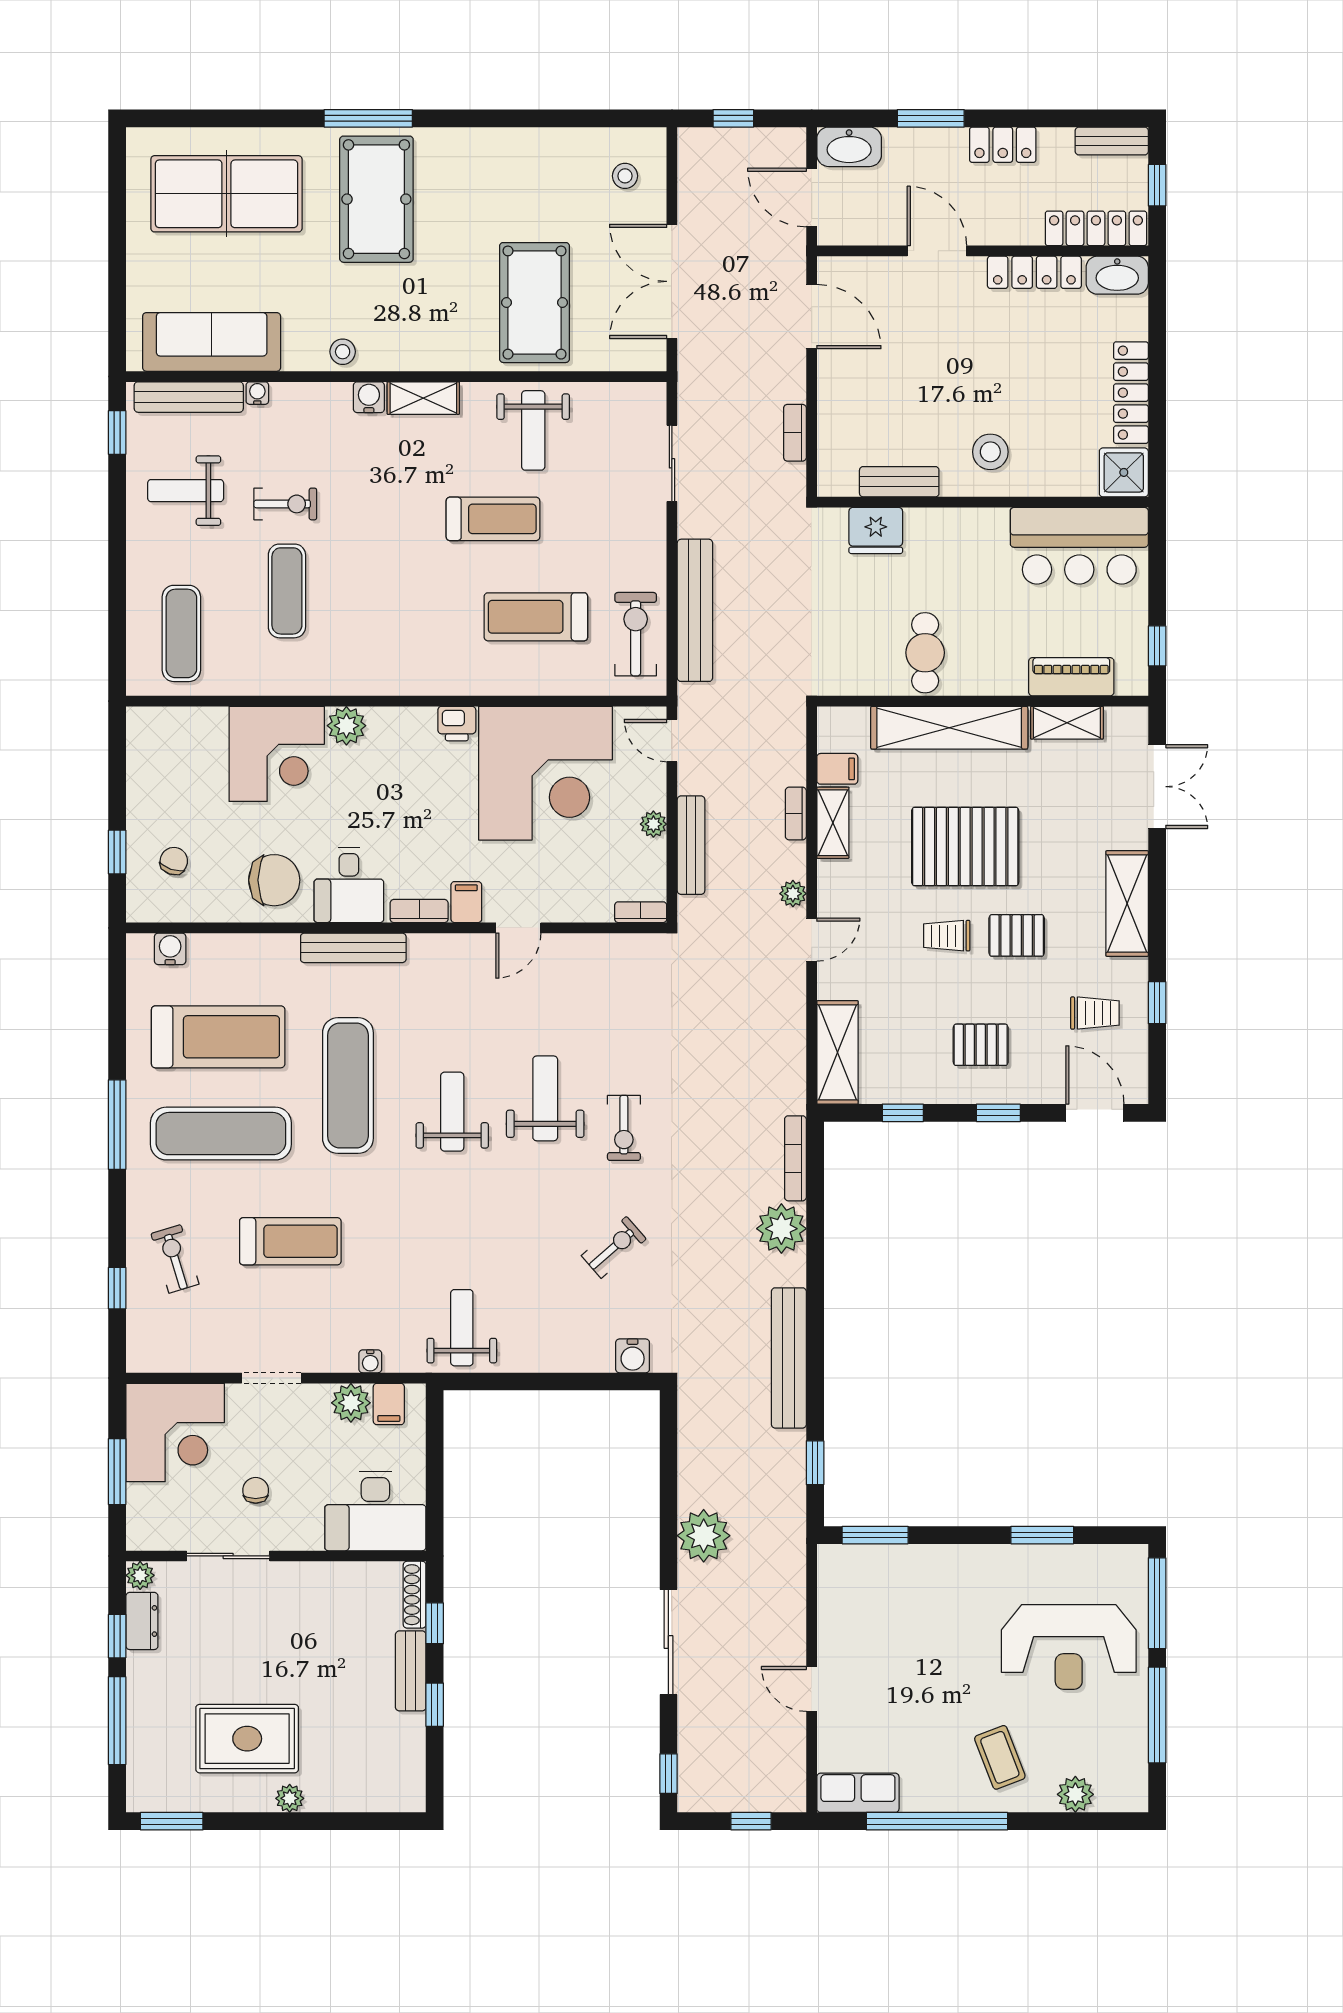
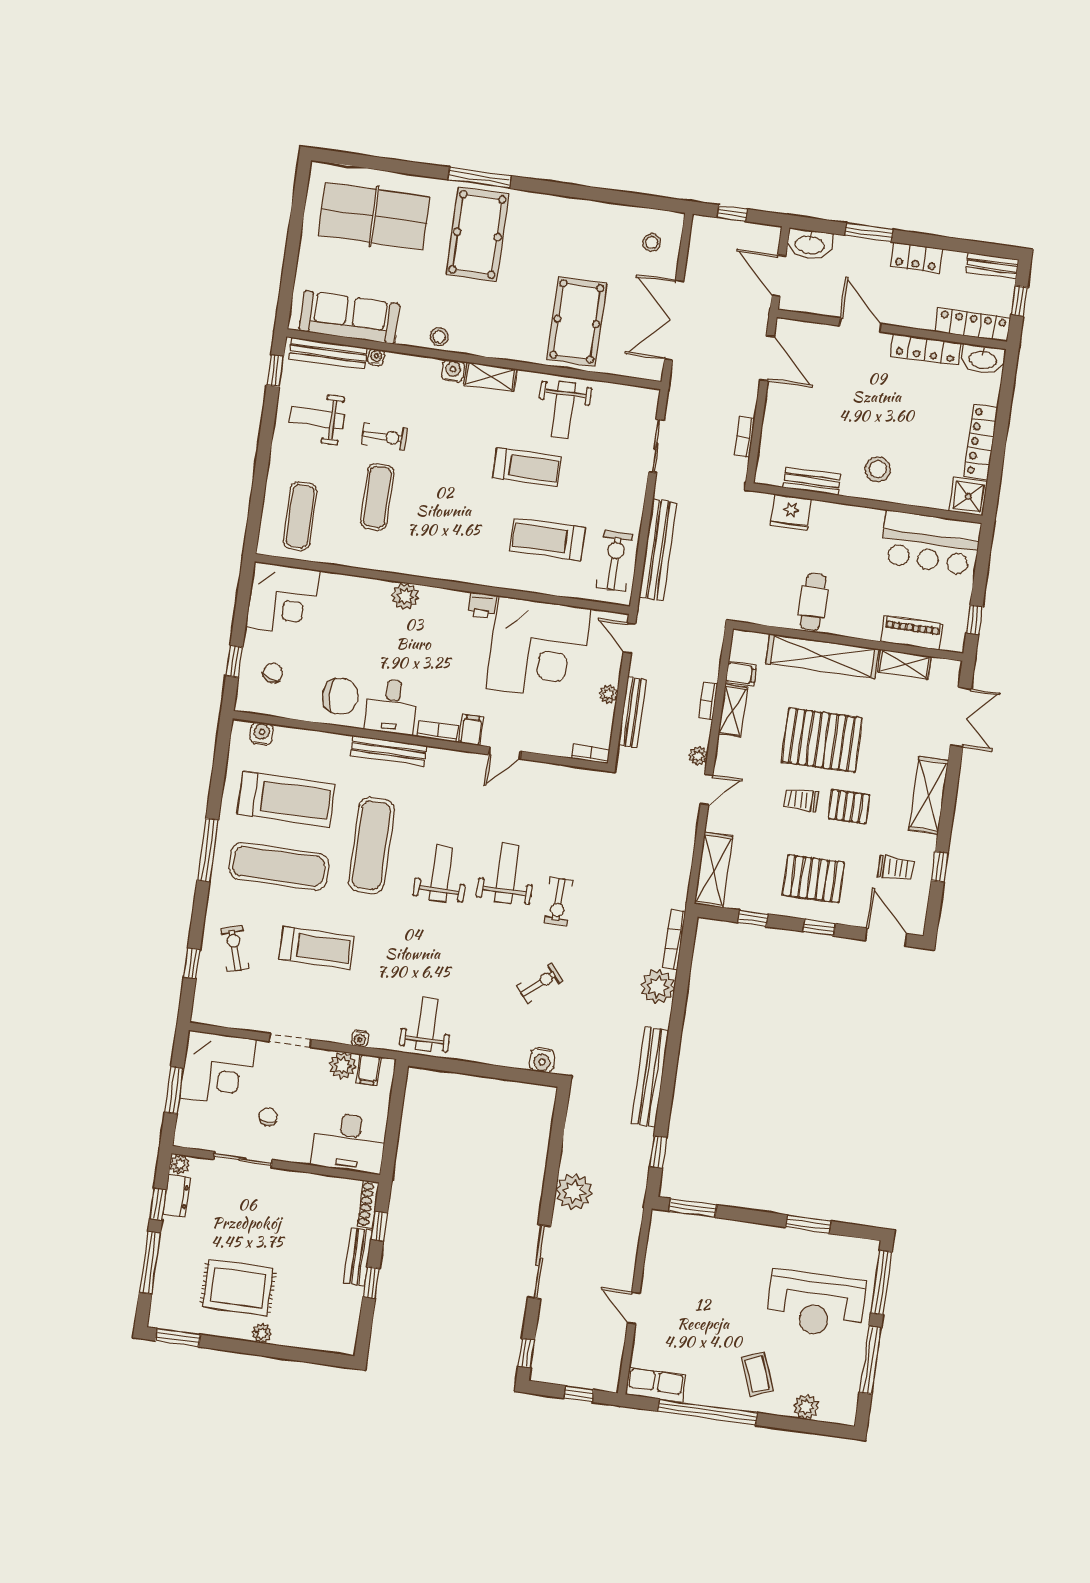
corner desk: (277, 754) -> (283, 599), moved
pallet: (981, 1045) -> (813, 879), width x1.50, depth x1.42

